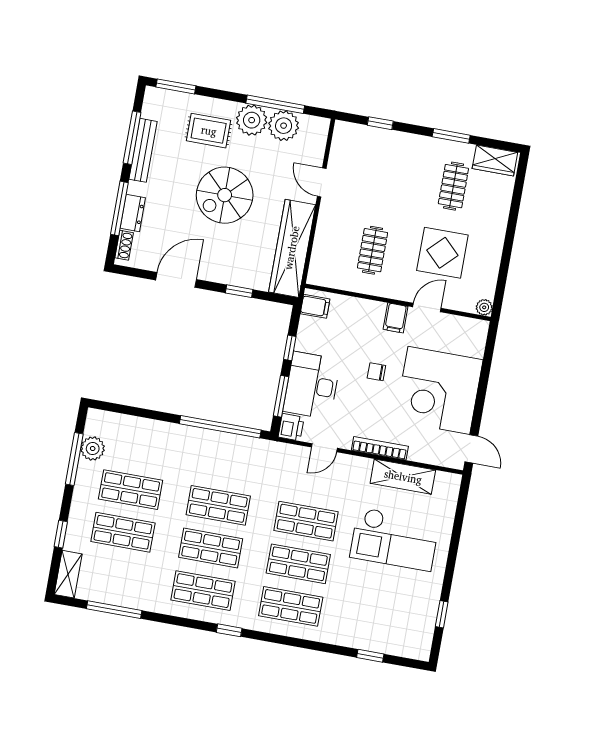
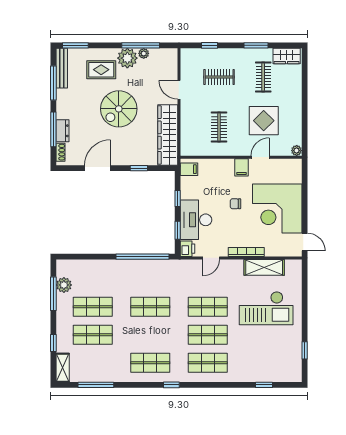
plant: (284, 126) -> (144, 53), width x0.53, depth x0.53
bench: (143, 150) -> (62, 68), moved
clothes rail: (386, 174) -> (219, 77), added
window: (281, 396) -> (178, 230), width x0.67
shop shelf: (211, 548) -> (150, 335), removed

